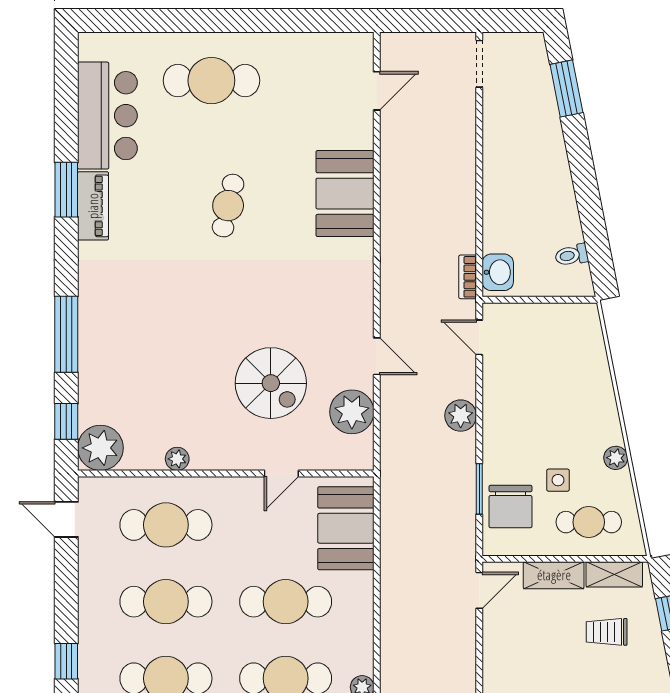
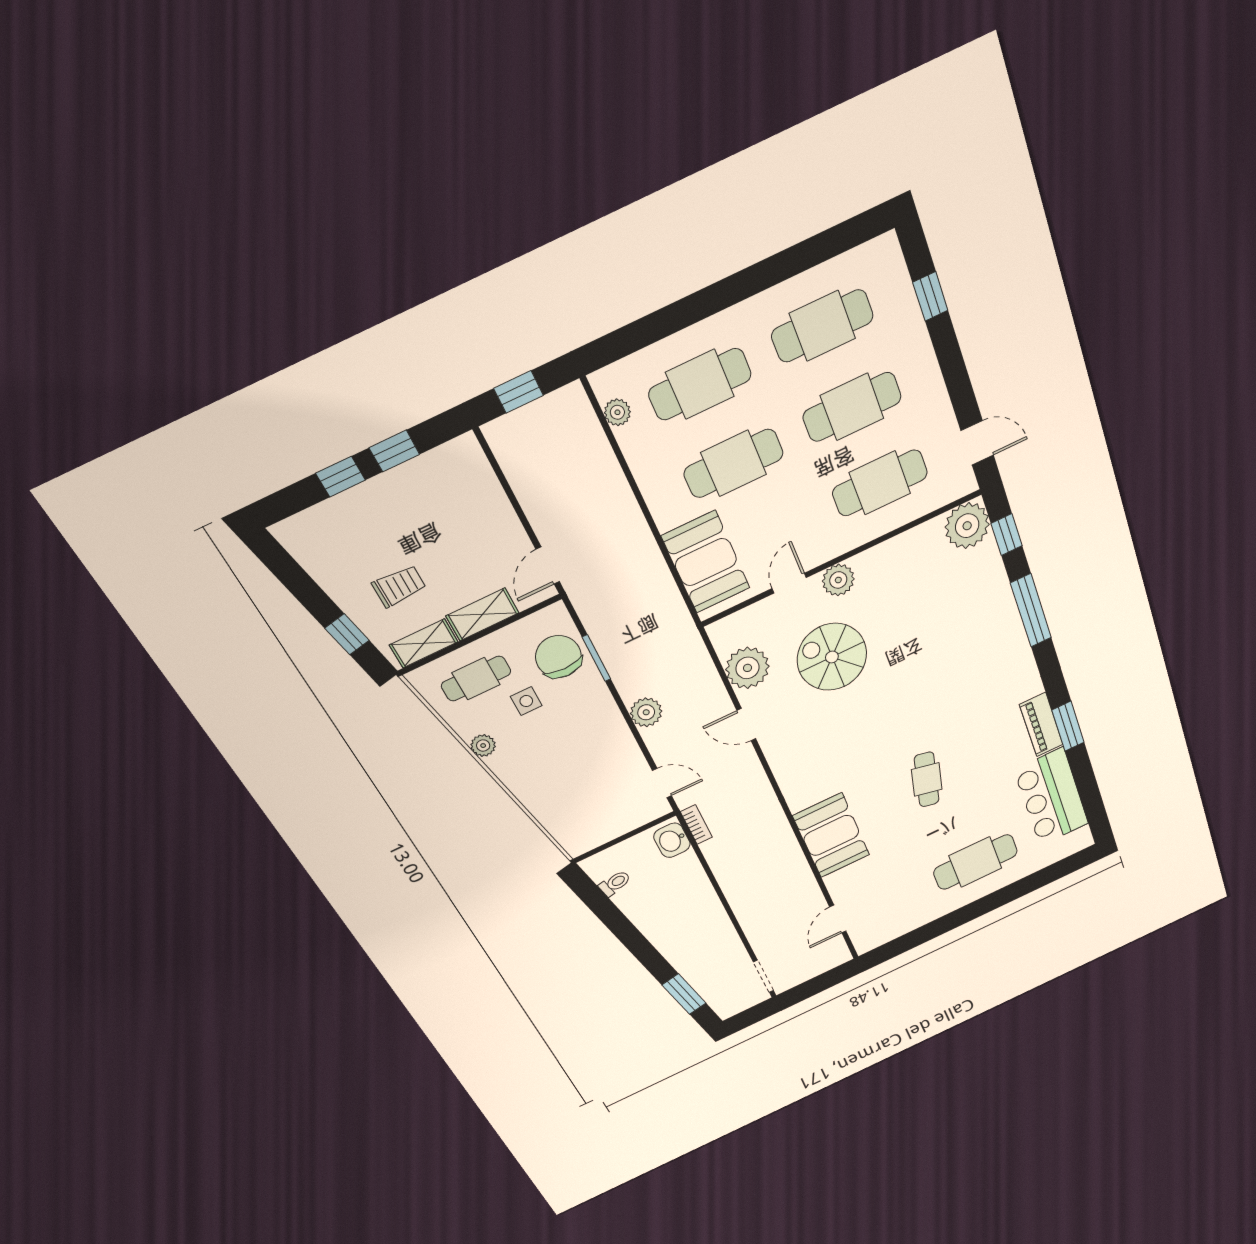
plant: (177, 459) -> (838, 580), moved, width x1.38, depth x1.38

